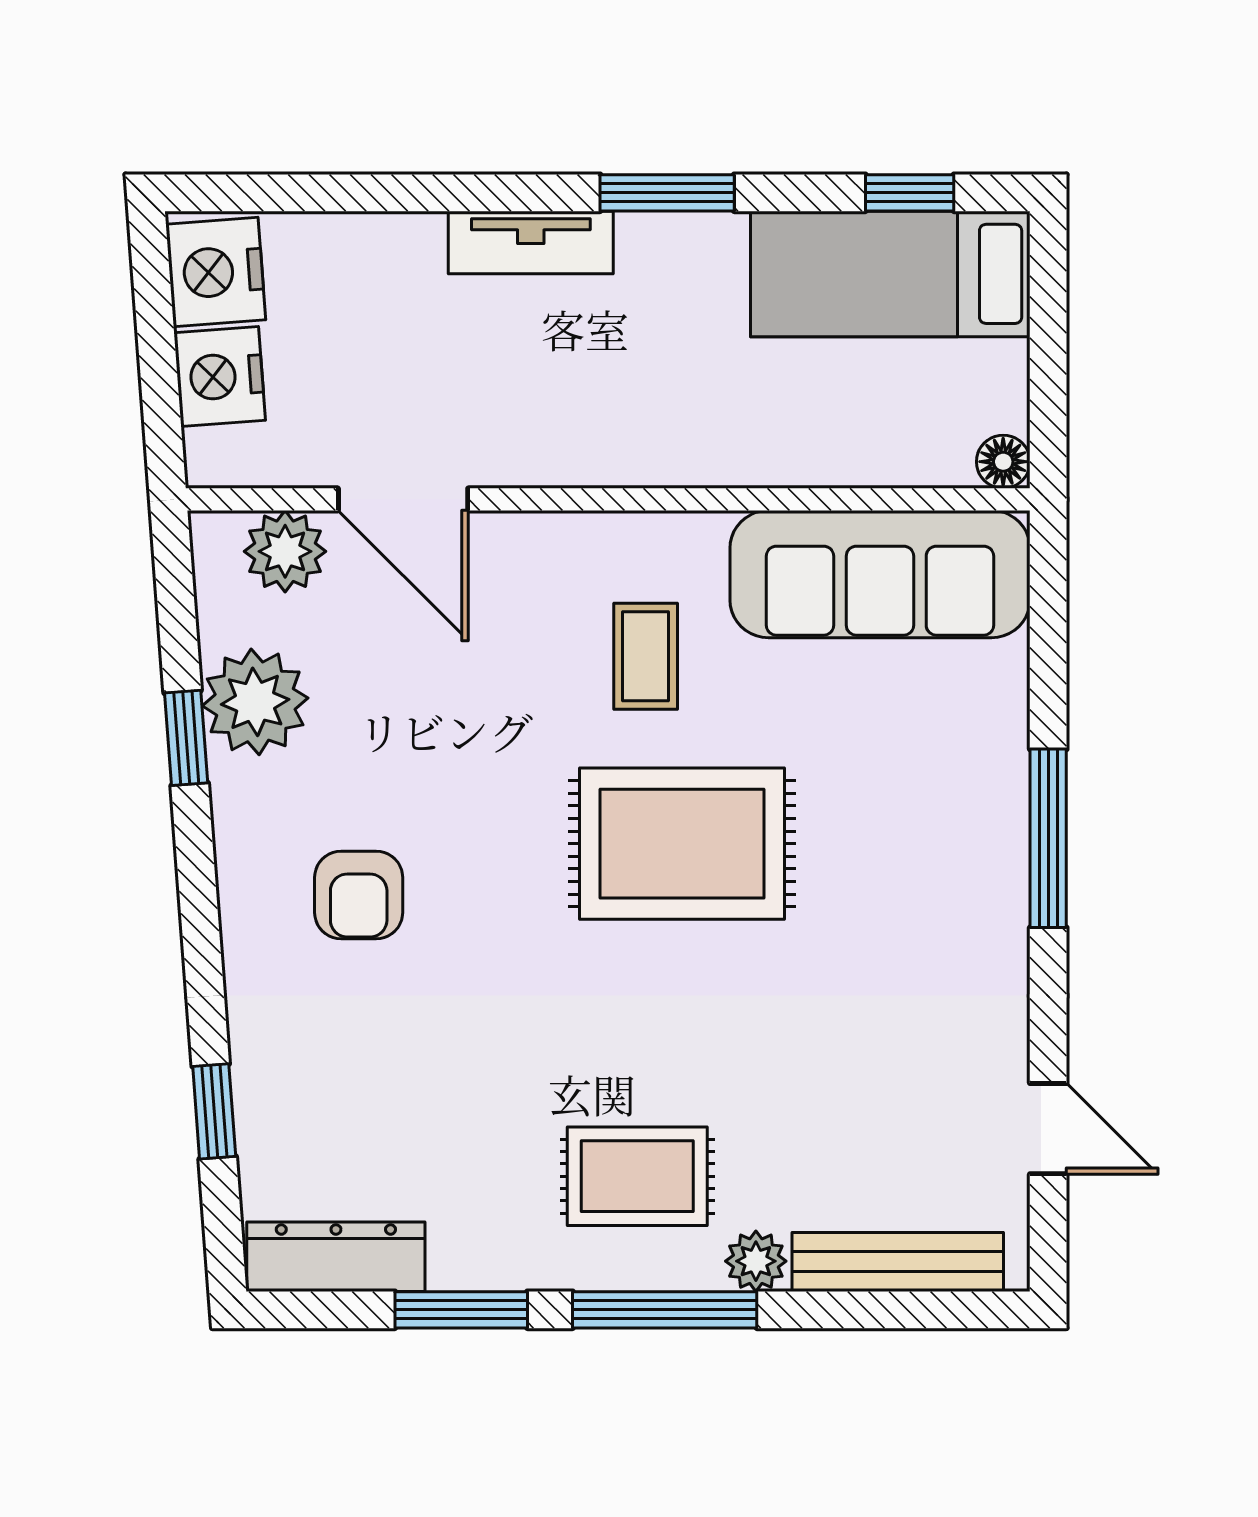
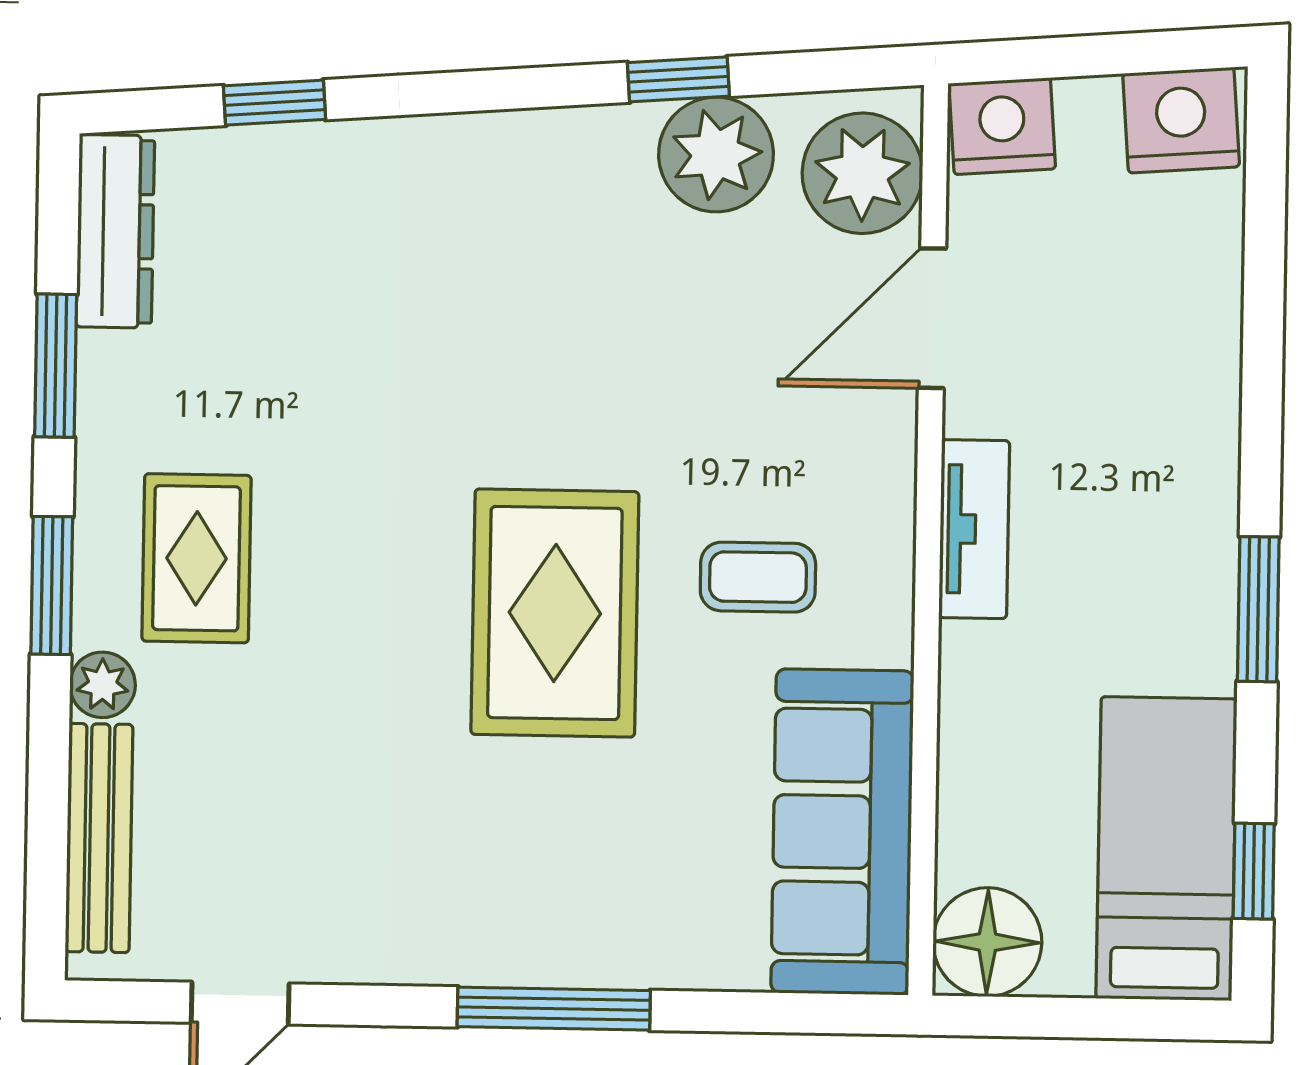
tv unit: (531, 242) -> (974, 529), moved, turned 180
nightstand: (220, 377) -> (1002, 126), moved
floor lamp: (1003, 462) -> (987, 942), width x1.89, depth x1.89
plant: (285, 551) -> (862, 173), width x1.36, depth x1.36
armchair: (359, 895) -> (506, 263), removed
window: (665, 1310) -> (52, 585), width x0.69

